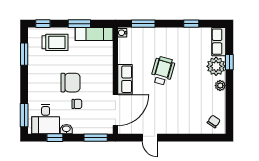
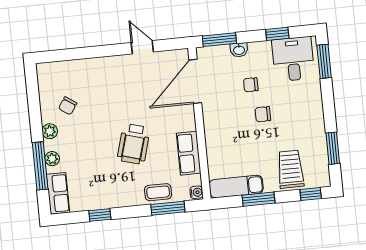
coffee table: (149, 36) -> (158, 192), added
trolley: (55, 42) -> (290, 169), turned 90
window: (229, 62) -> (40, 166), width x2.17
plant: (216, 66) -> (52, 159), width x0.53, depth x0.53
row of seats: (125, 79) -> (189, 153), moved
chair: (70, 83) -> (263, 114), width x0.54, depth x0.54
chair: (214, 121) -> (68, 106), moved
washbasin: (66, 129) -> (239, 50), moved

